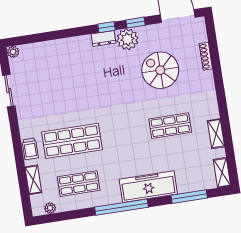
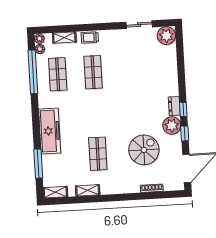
plant: (13, 52) -> (166, 36), width x1.88, depth x1.88
shop shelf: (72, 141) -> (93, 72), width x0.70, depth x0.74
window: (122, 207) -> (33, 72), moved
plant: (38, 210) -> (39, 39), added

